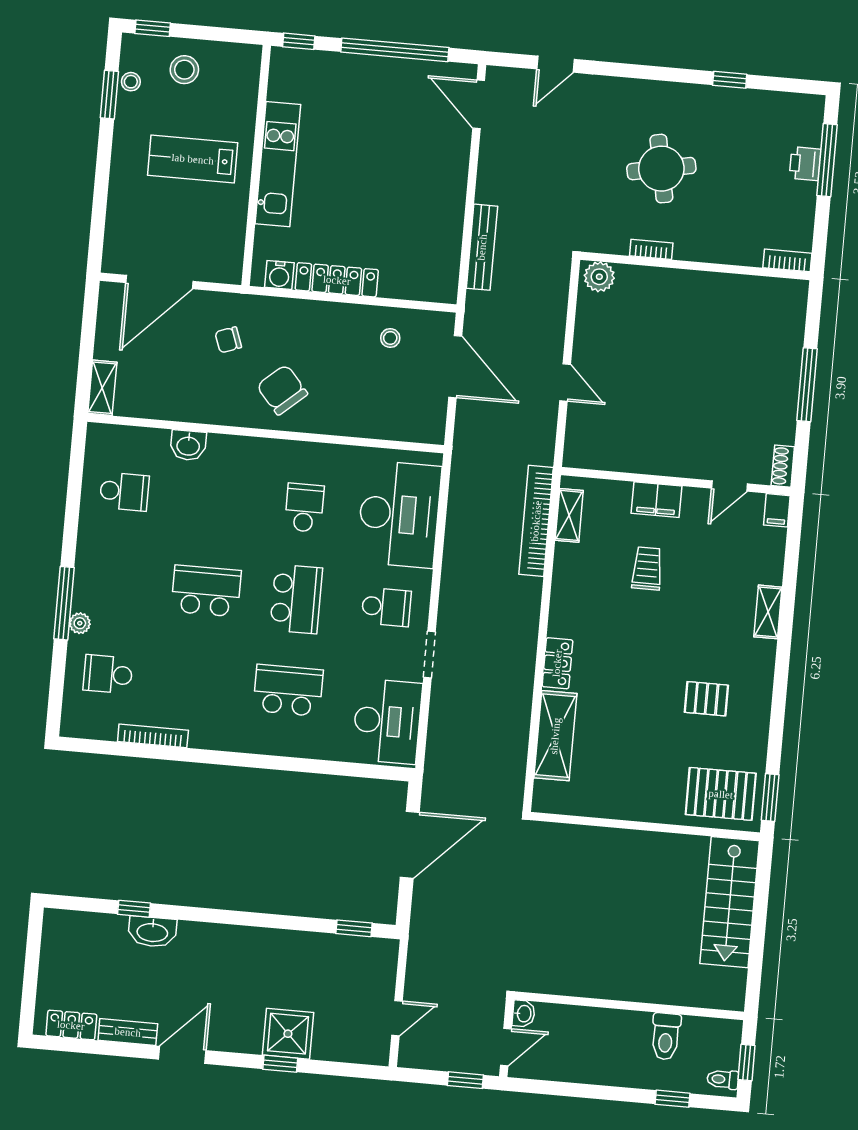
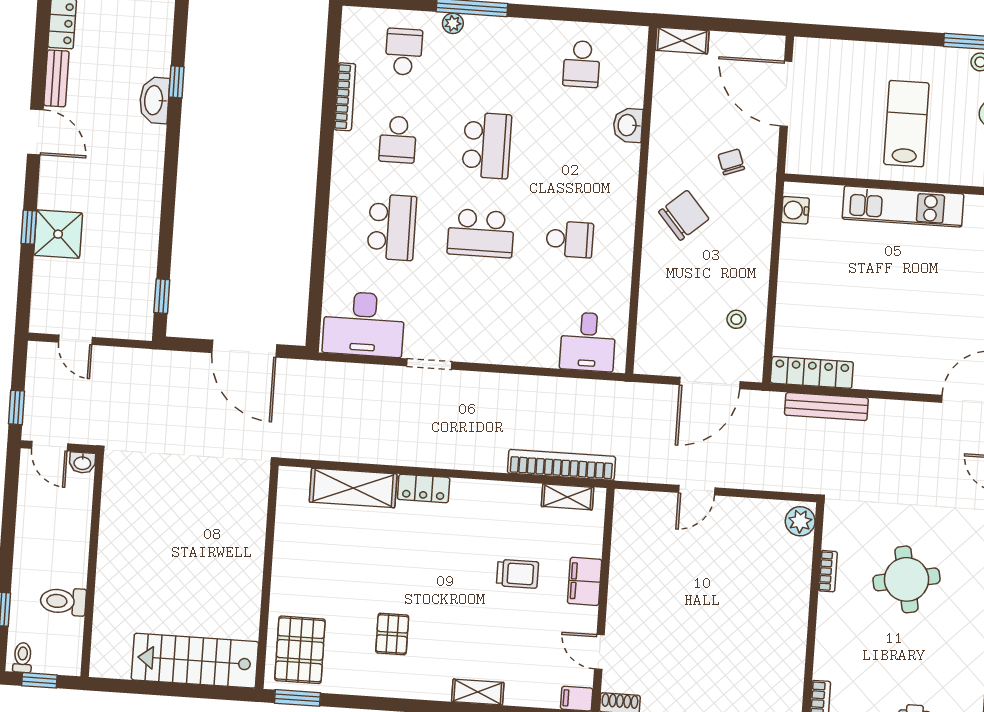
locker: (337, 280) -> (812, 372), moved, turned -90
desk: (399, 514) -> (588, 342), width x0.53, depth x0.77
school desk: (386, 607) -> (398, 139), moved

